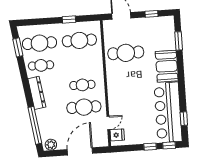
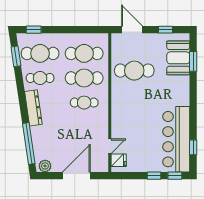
window: (69, 19) -> (34, 30), moved
booth: (167, 66) -> (178, 58), moved
cafe table: (84, 107) -> (84, 78), moved

